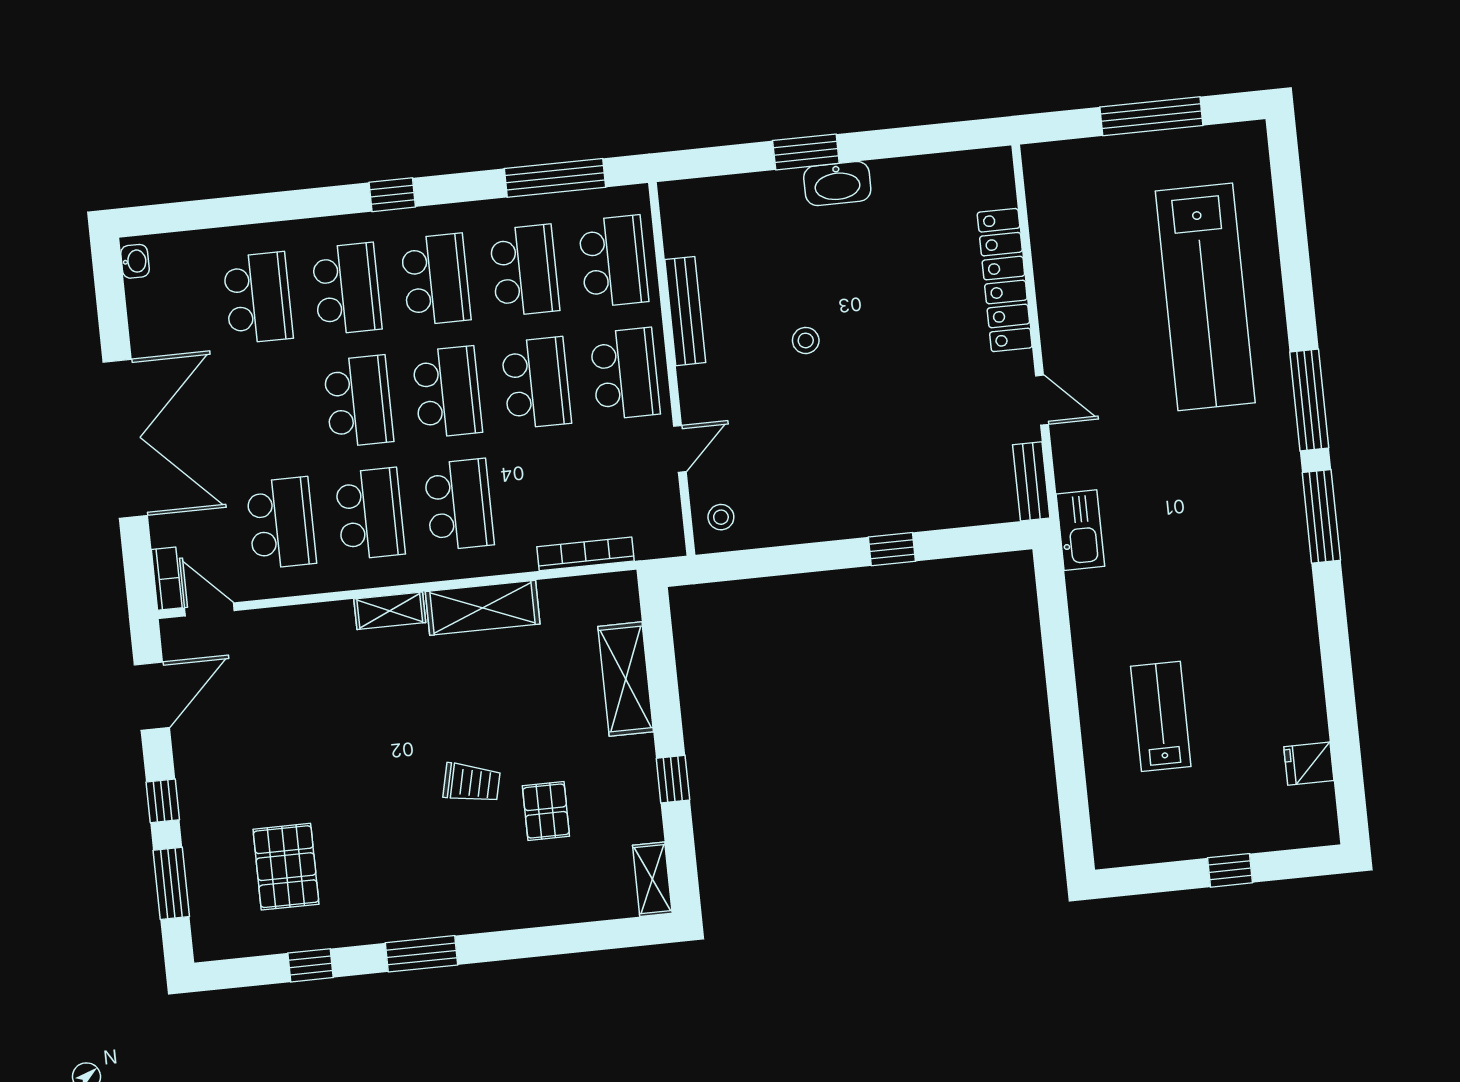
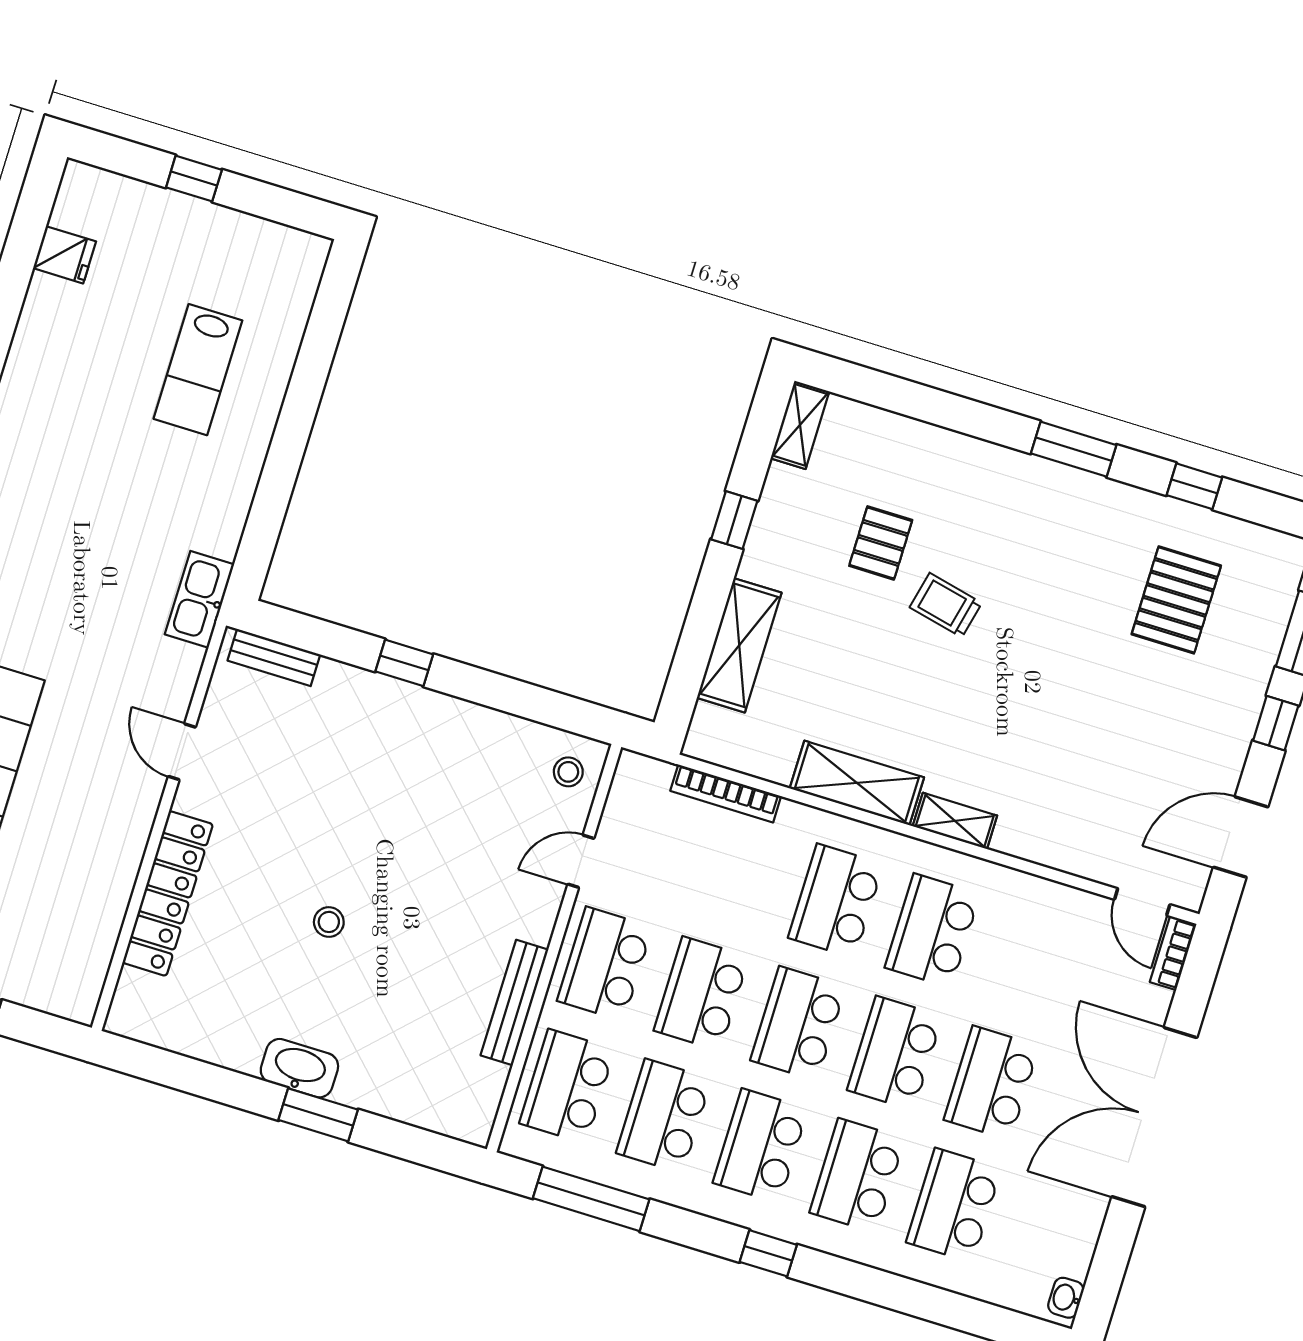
stool: (806, 340) -> (329, 922), moved
bench: (1031, 481) -> (274, 657), moved, turned 90
school desk: (281, 523) -> (992, 1083), moved

